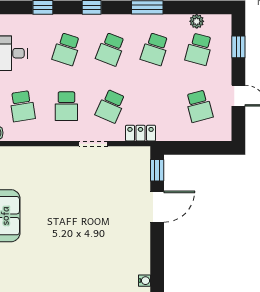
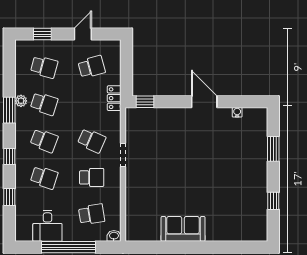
plant: (197, 21) -> (21, 101), moved
locker: (141, 133) -> (114, 98), moved
door: (157, 207) -> (204, 102), moved

